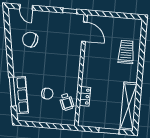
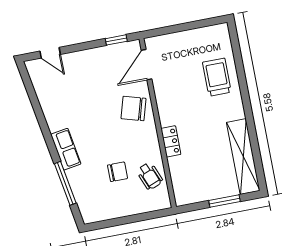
door: (84, 32) -> (146, 65), swing flipped
chair: (30, 40) -> (133, 109), moved
row of seats: (21, 95) -> (66, 149), moved, width x0.68
locker: (85, 96) -> (171, 141), moved

